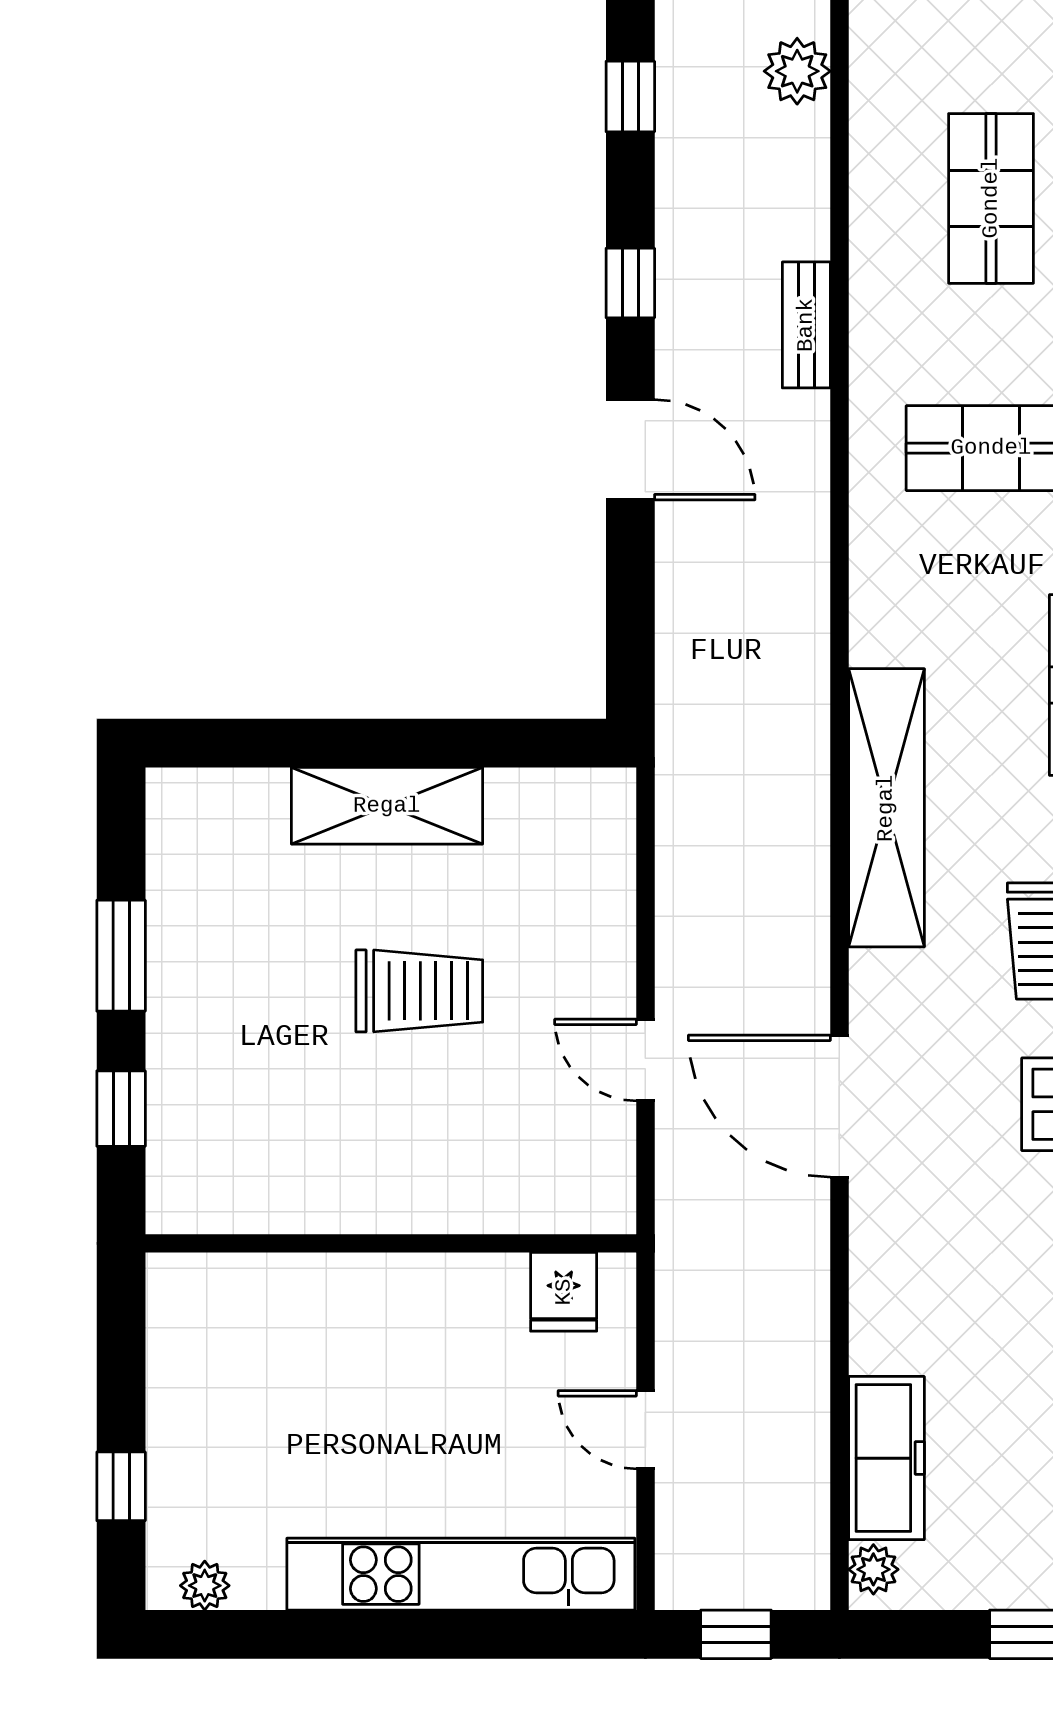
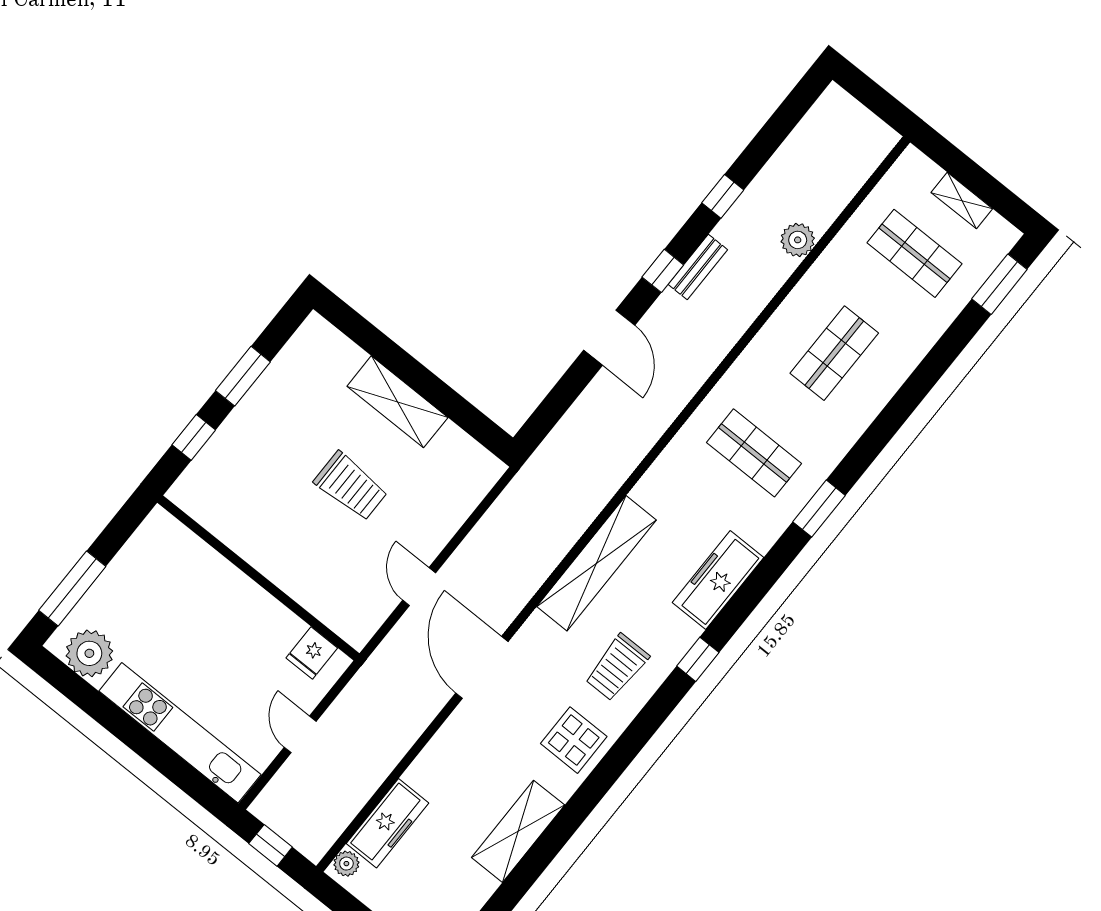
bench: (806, 325) -> (698, 267), moved
window: (121, 1486) -> (72, 588), width x2.17
plant: (205, 1586) -> (89, 653), width x1.88, depth x1.88

